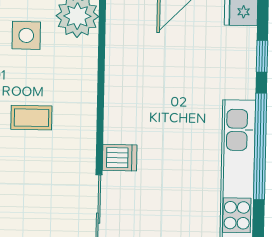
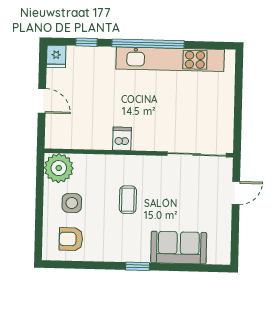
dishwasher: (120, 158) -> (122, 139), moved

